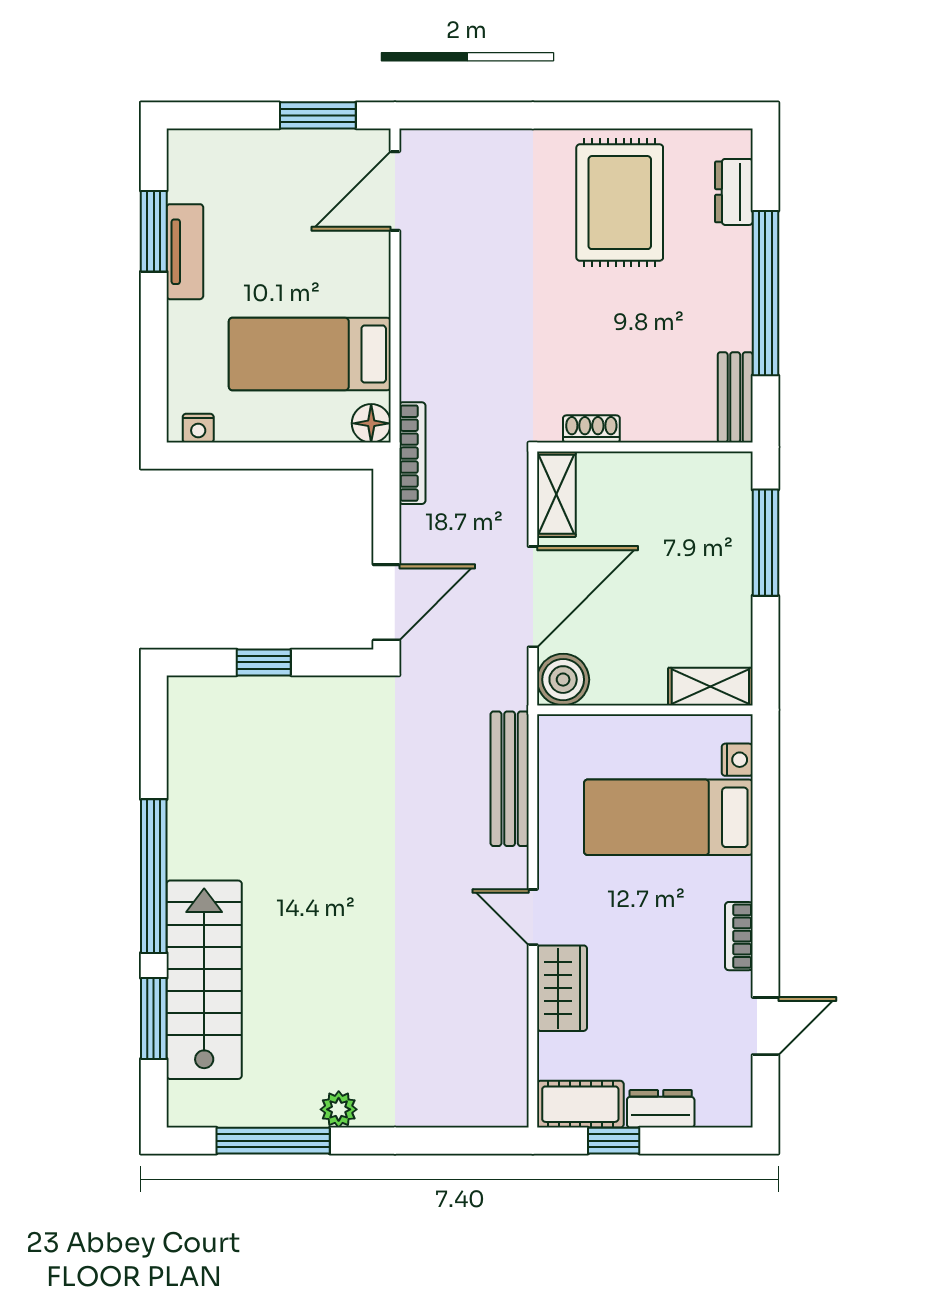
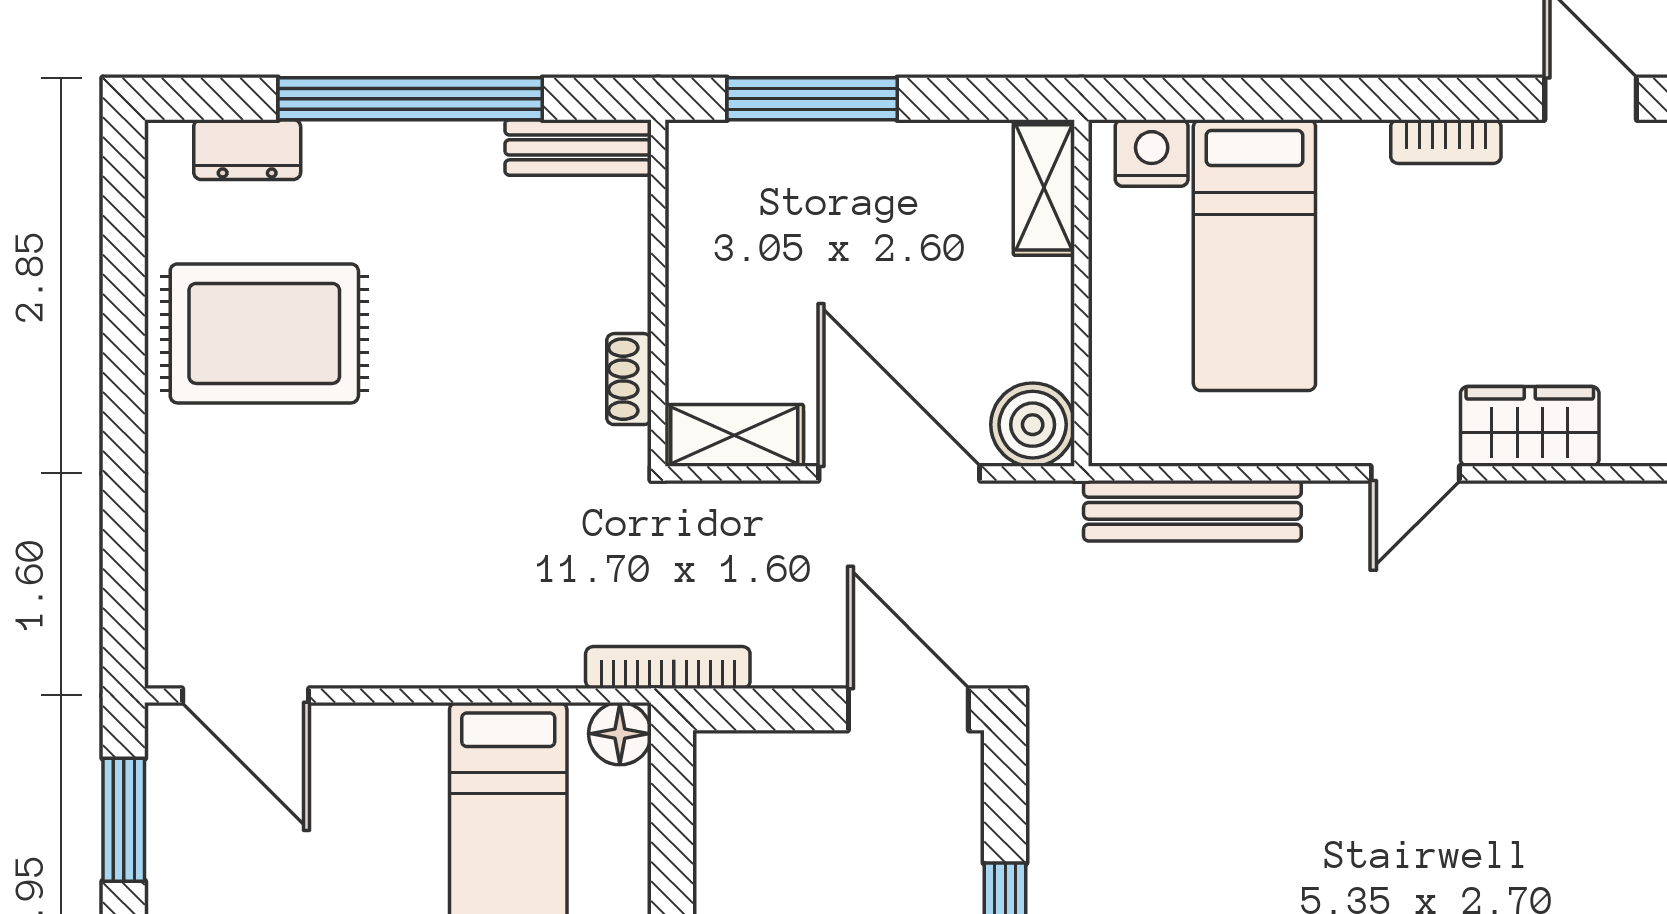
nightstand: (737, 760) -> (1152, 153), width x1.39, depth x1.35

